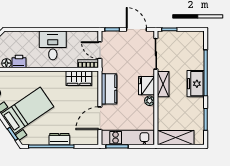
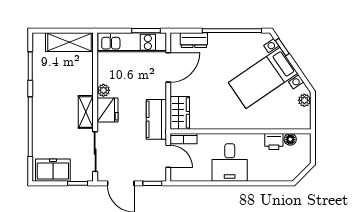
wardrobe: (79, 78) -> (180, 113), moved, turned 90
freezer: (196, 84) -> (53, 170), moved, turned -90
kitchen counter: (109, 89) -> (156, 119), moved
dresser: (59, 139) -> (194, 40), moved

